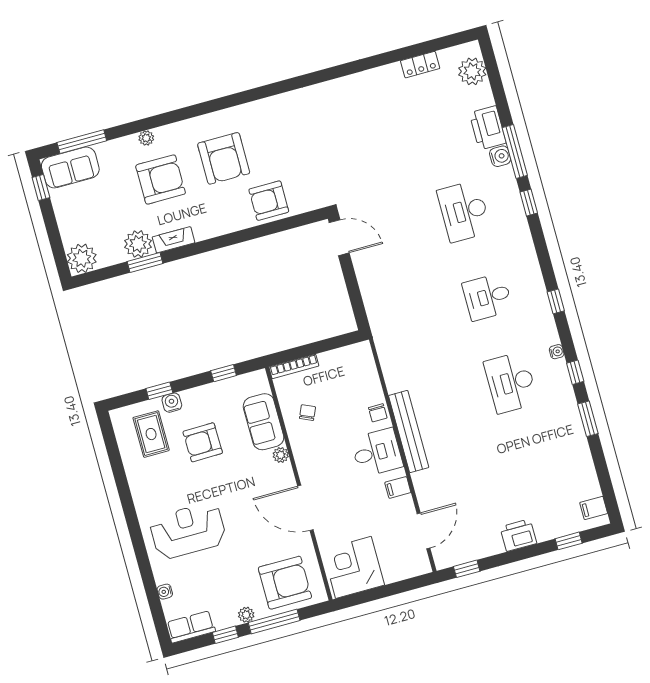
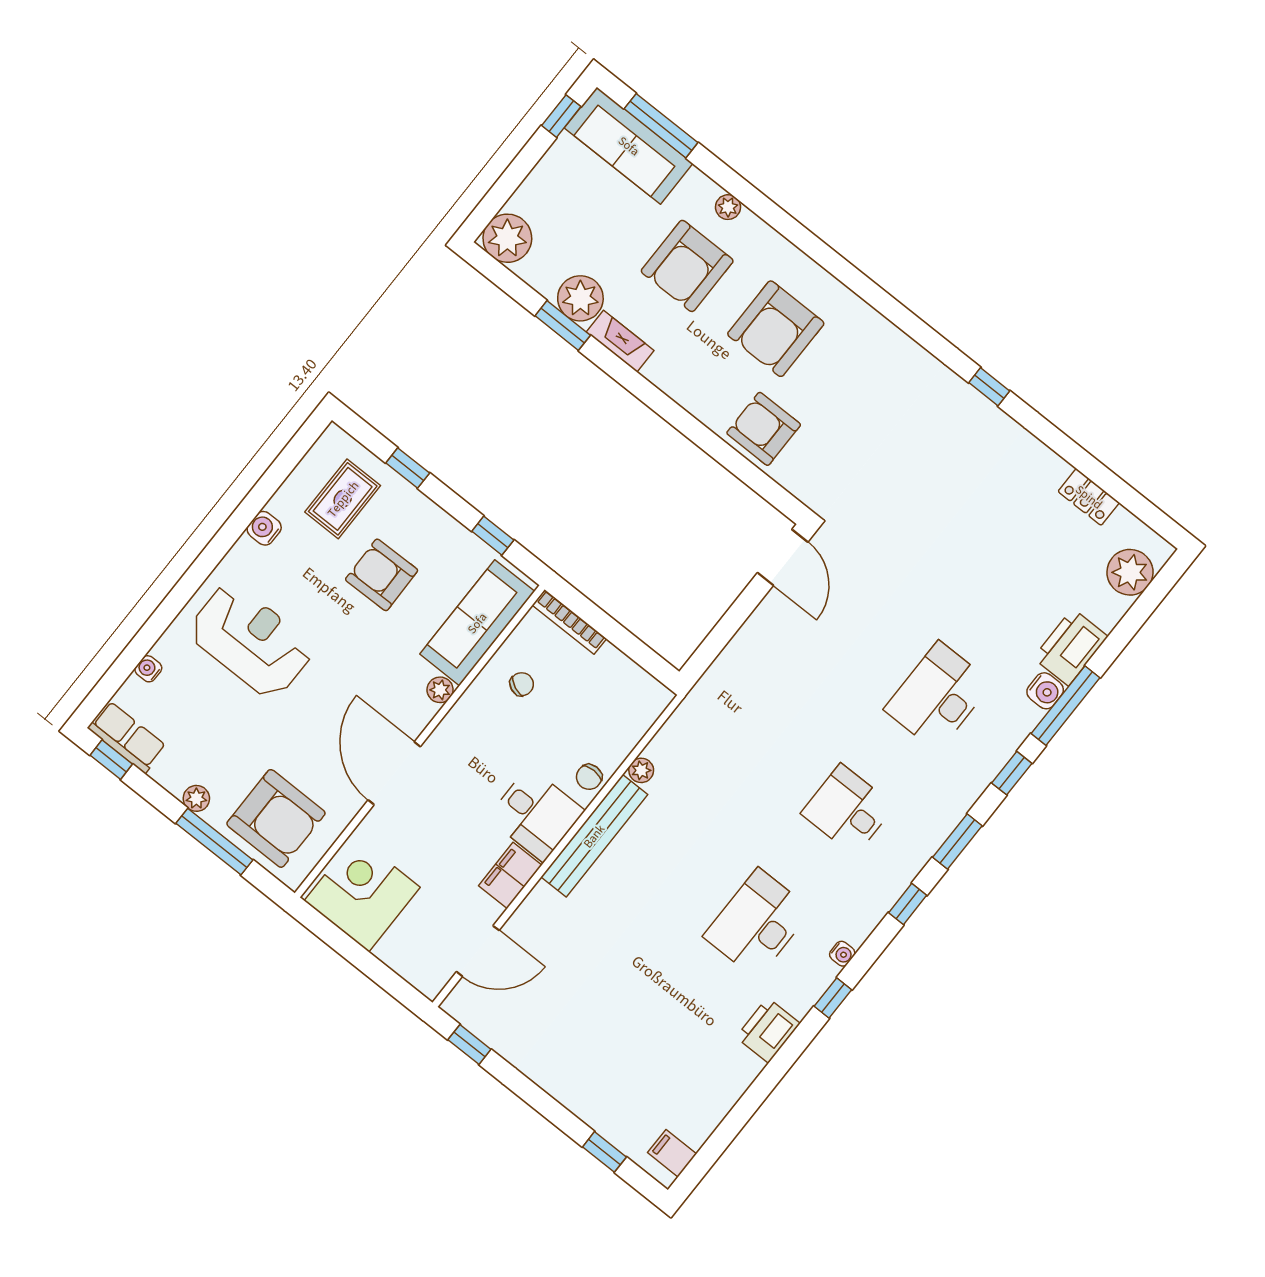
window: (330, 74) -> (989, 387), added
sofa: (70, 167) -> (629, 146), width x1.36
armchair: (161, 179) -> (687, 266), turned 90
plant: (393, 385) -> (641, 770), added
water cooler: (172, 403) -> (264, 528), moved, turned -90
window: (588, 419) -> (957, 842), moved
sofa: (264, 422) -> (477, 623), width x1.36
filing cabinet: (398, 487) -> (510, 875), width x2.00
printer: (518, 535) -> (768, 1030), moved, turned -90
window: (225, 635) -> (111, 760), moved

